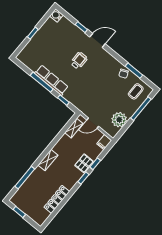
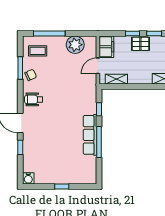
wheelchair: (79, 61) -> (34, 99), moved
door: (93, 123) -> (98, 66), swing flipped
filing cabinet: (104, 142) -> (106, 47), width x2.00

